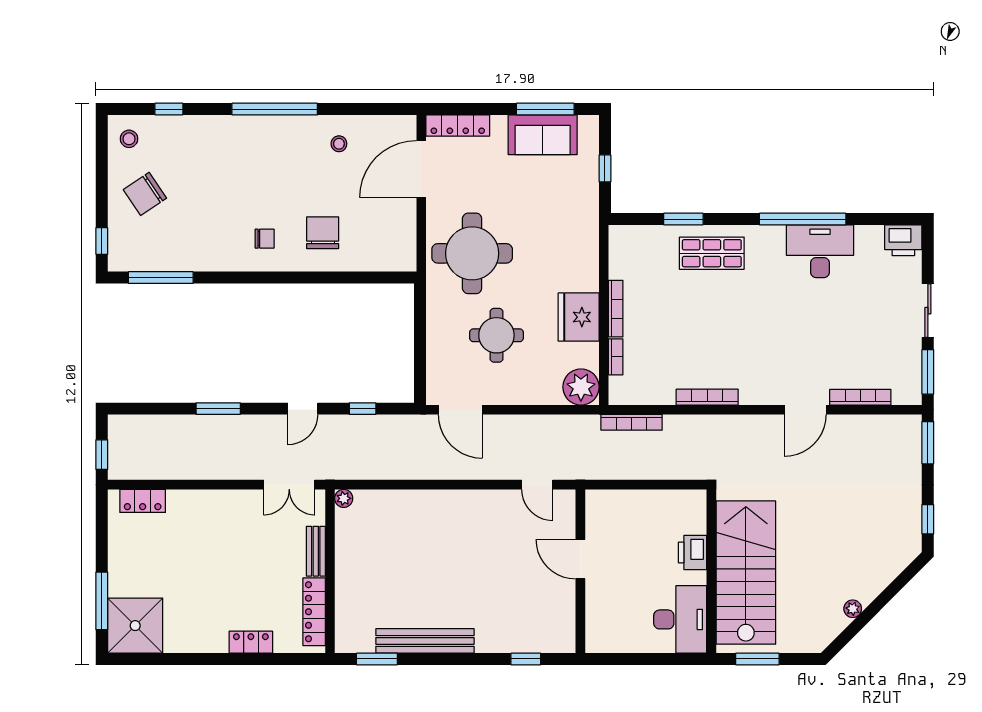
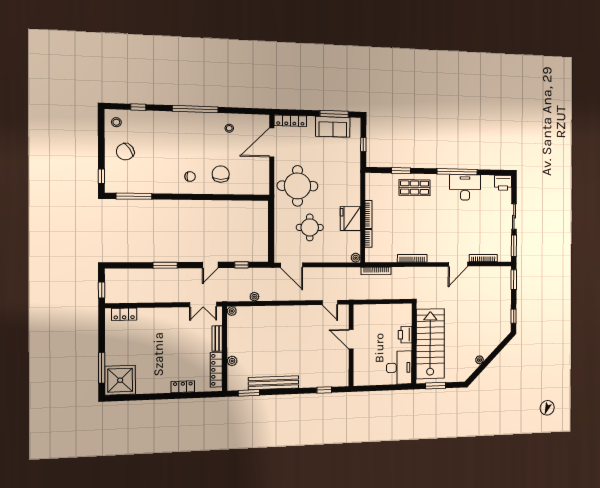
plant: (581, 387) -> (356, 258), width x0.53, depth x0.53
plant: (388, 471) -> (254, 297), added
plant: (344, 595) -> (232, 361), added

